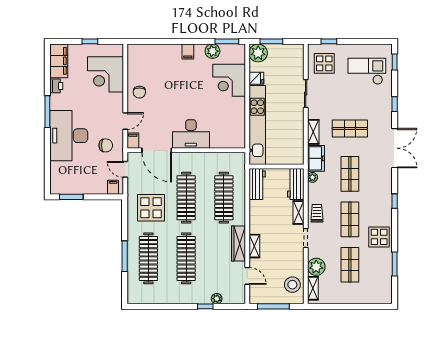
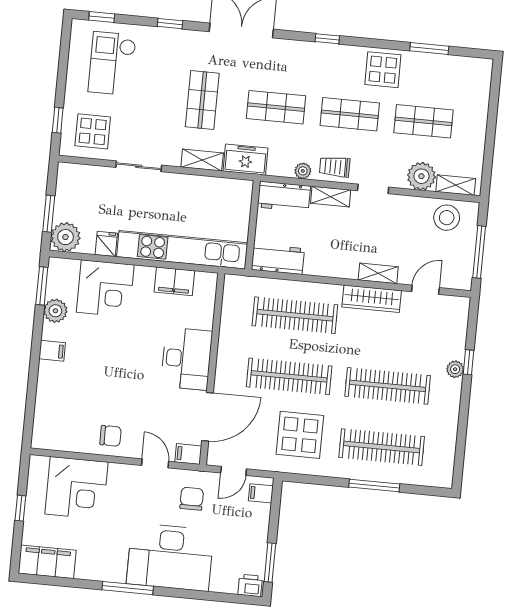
printer: (56, 86) -> (250, 585), moved
filing cabinet: (237, 122) -> (174, 281), added
plant: (312, 177) -> (303, 171), moved
plant: (217, 299) -> (455, 369), moved

